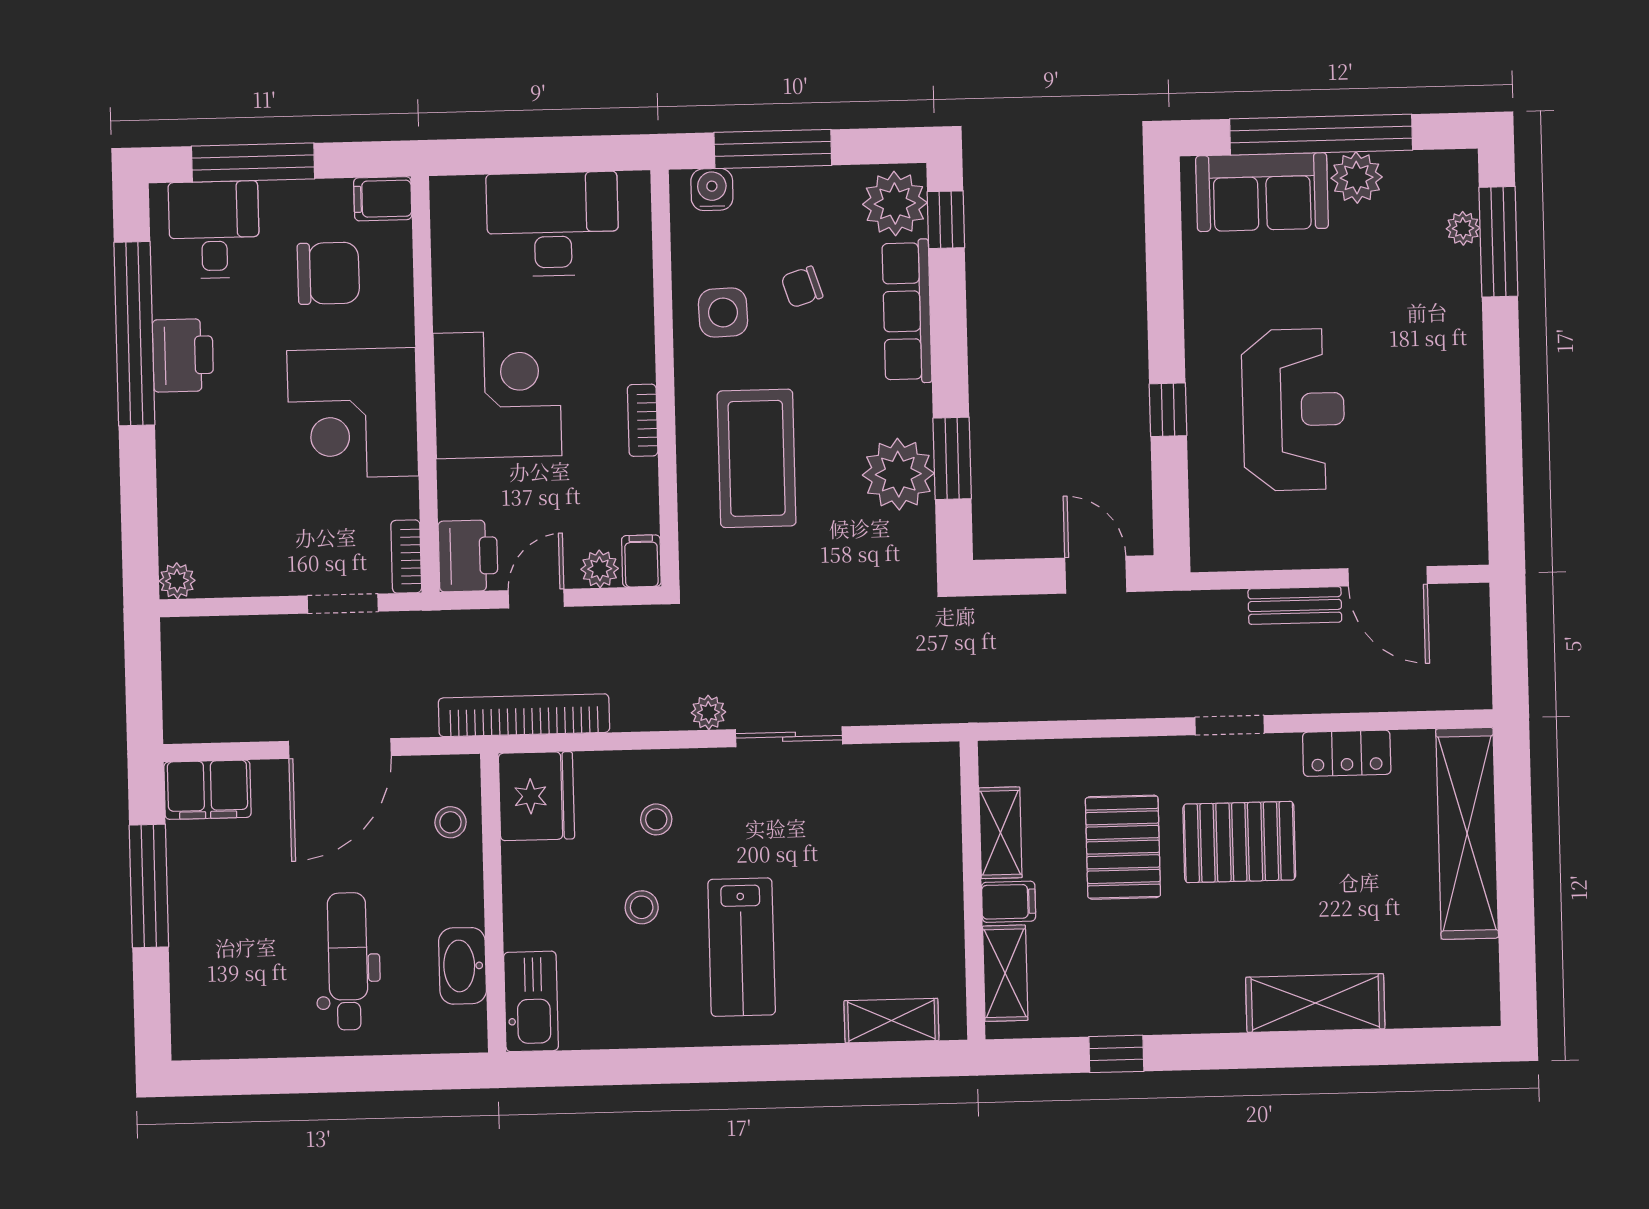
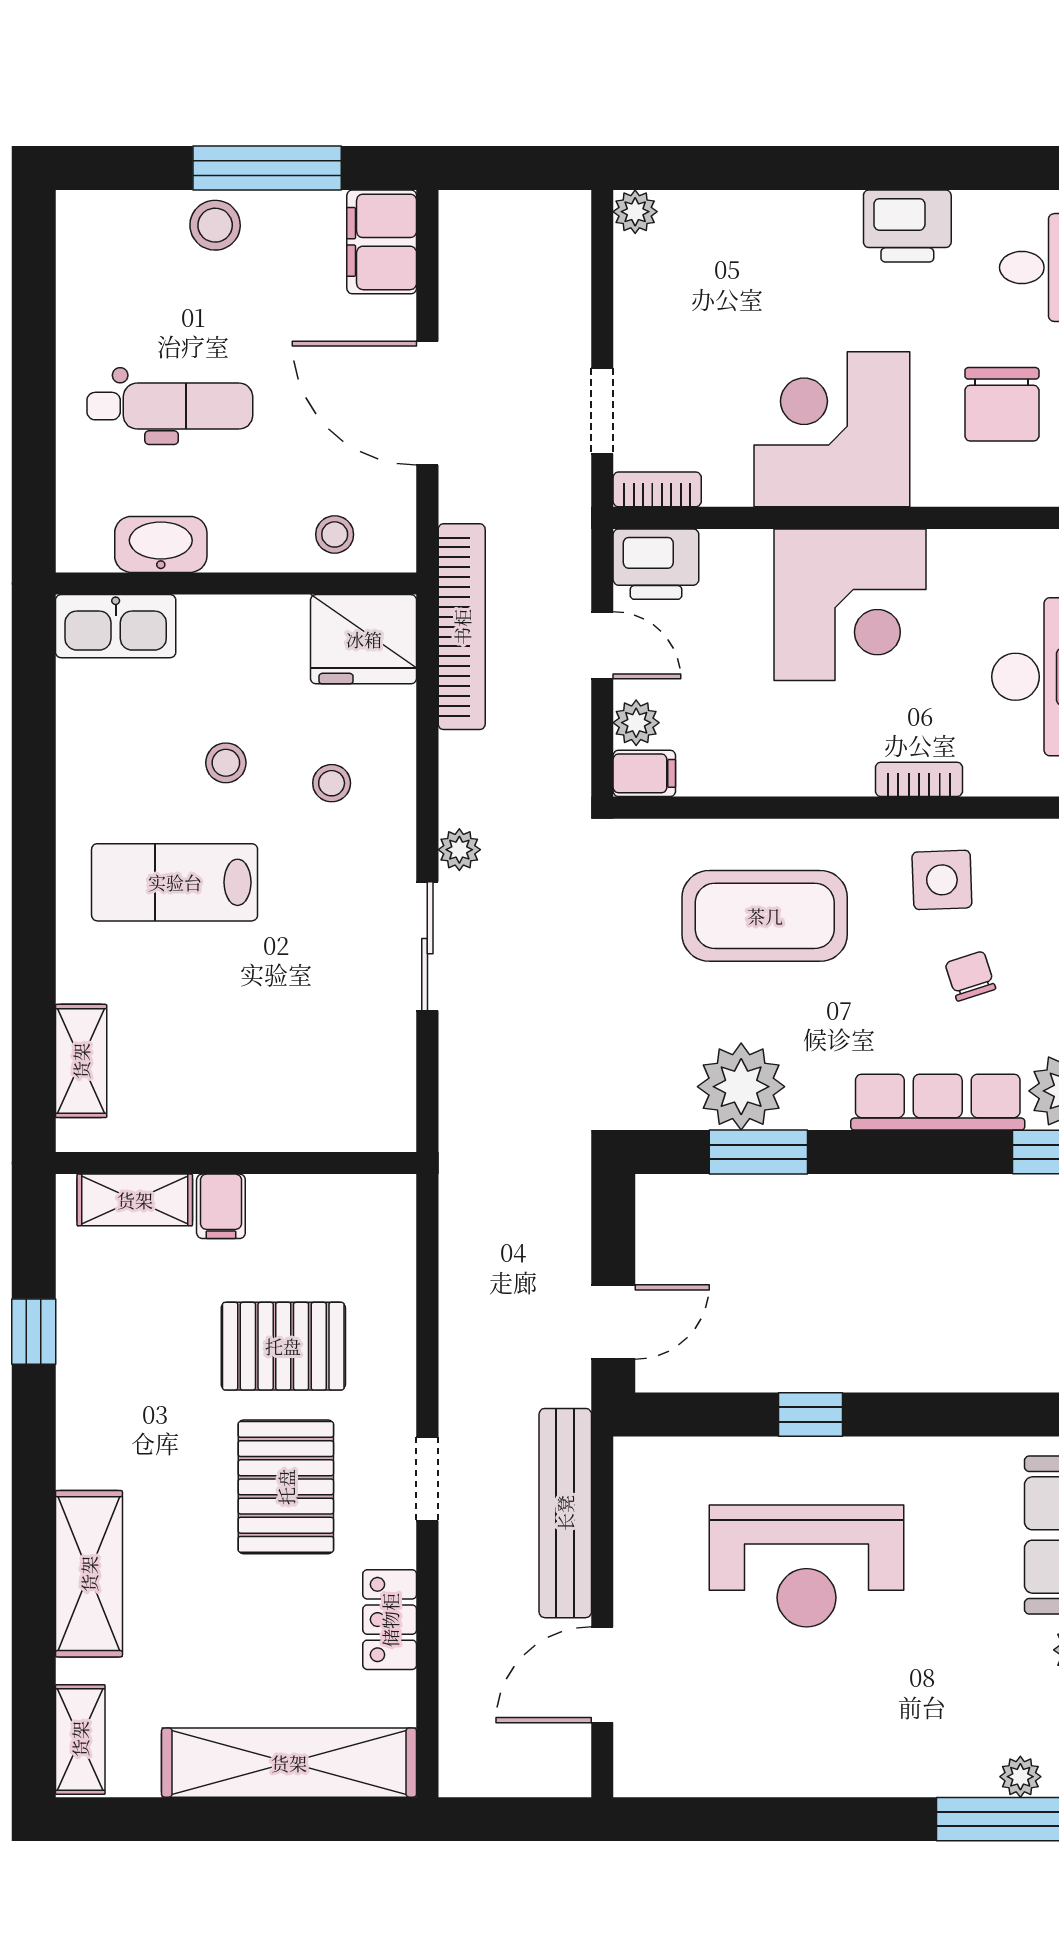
window: (134, 334) -> (935, 168), removed
bookcase: (643, 420) -> (919, 779), moved
bench: (1295, 605) -> (565, 1513), width x1.86, depth x1.21
shelving: (1000, 833) -> (80, 1739), moved, turned 90
stool: (197, 928) -> (215, 225), added

